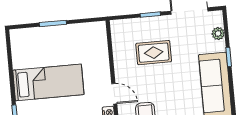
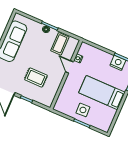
side table: (62, 43) -> (83, 110), added

